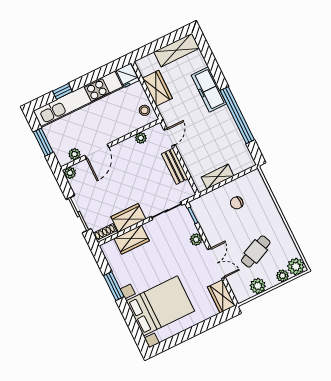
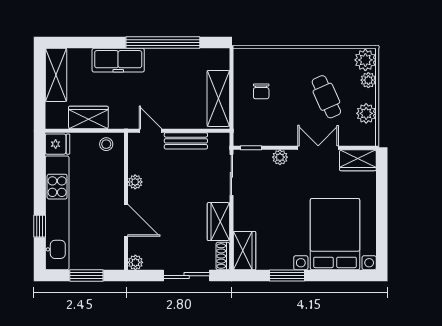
plant: (141, 138) -> (135, 182), moved
plant: (74, 154) -> (117, 247), removed
shelving: (218, 177) -> (218, 98), width x1.50, depth x1.33
wardrobe: (132, 240) -> (244, 251), moved

